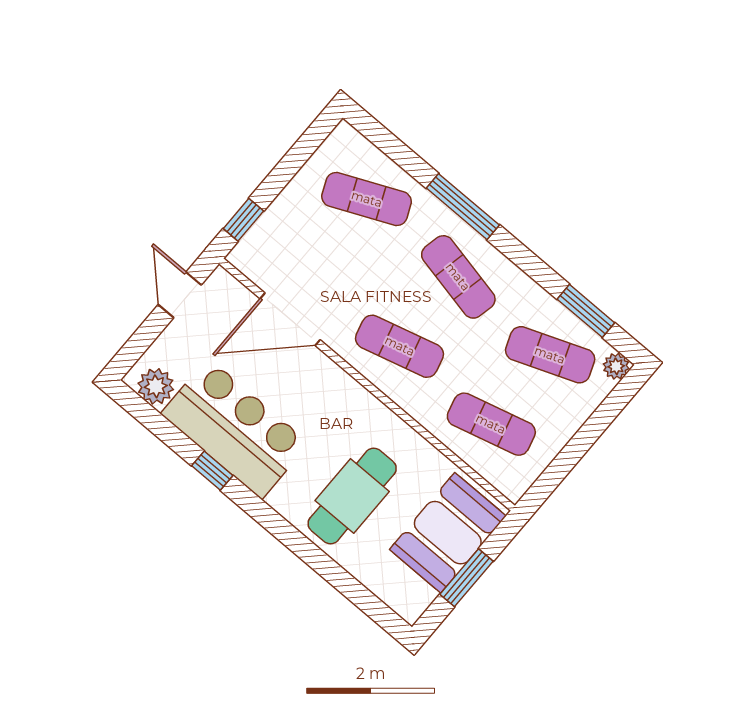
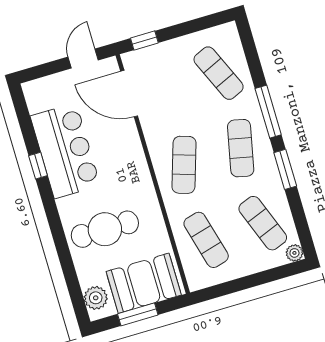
window: (586, 311) -> (285, 169), moved
door: (290, 319) -> (129, 94), moved
exercise mat: (400, 346) -> (184, 165), turned 33
plant: (156, 386) -> (96, 298), moved

